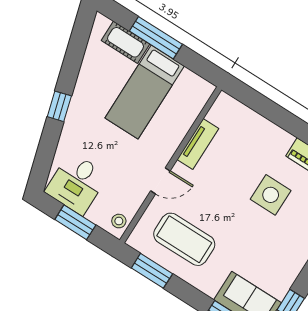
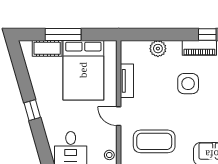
bed: (145, 92) -> (83, 70), width x1.50
plant: (261, 129) -> (158, 49), added
door: (160, 181) -> (119, 116), swing flipped

